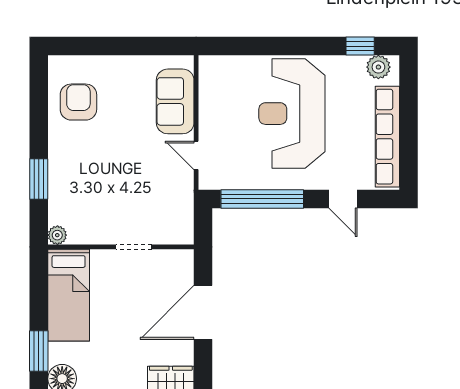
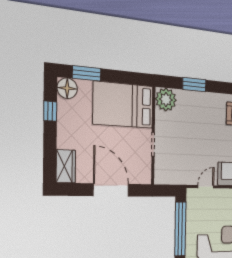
plant: (57, 235) -> (166, 100), width x1.87, depth x1.87
bed: (69, 295) -> (123, 105), width x1.50

